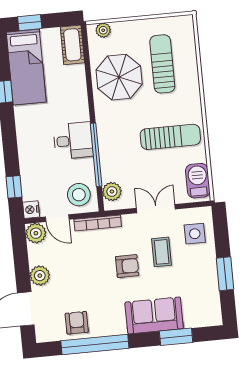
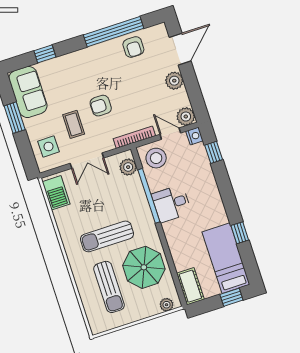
sun lounger: (170, 137) -> (107, 236), moved
sofa: (154, 315) -> (28, 92), moved, turned -90
window: (176, 337) -> (45, 54), width x0.67

